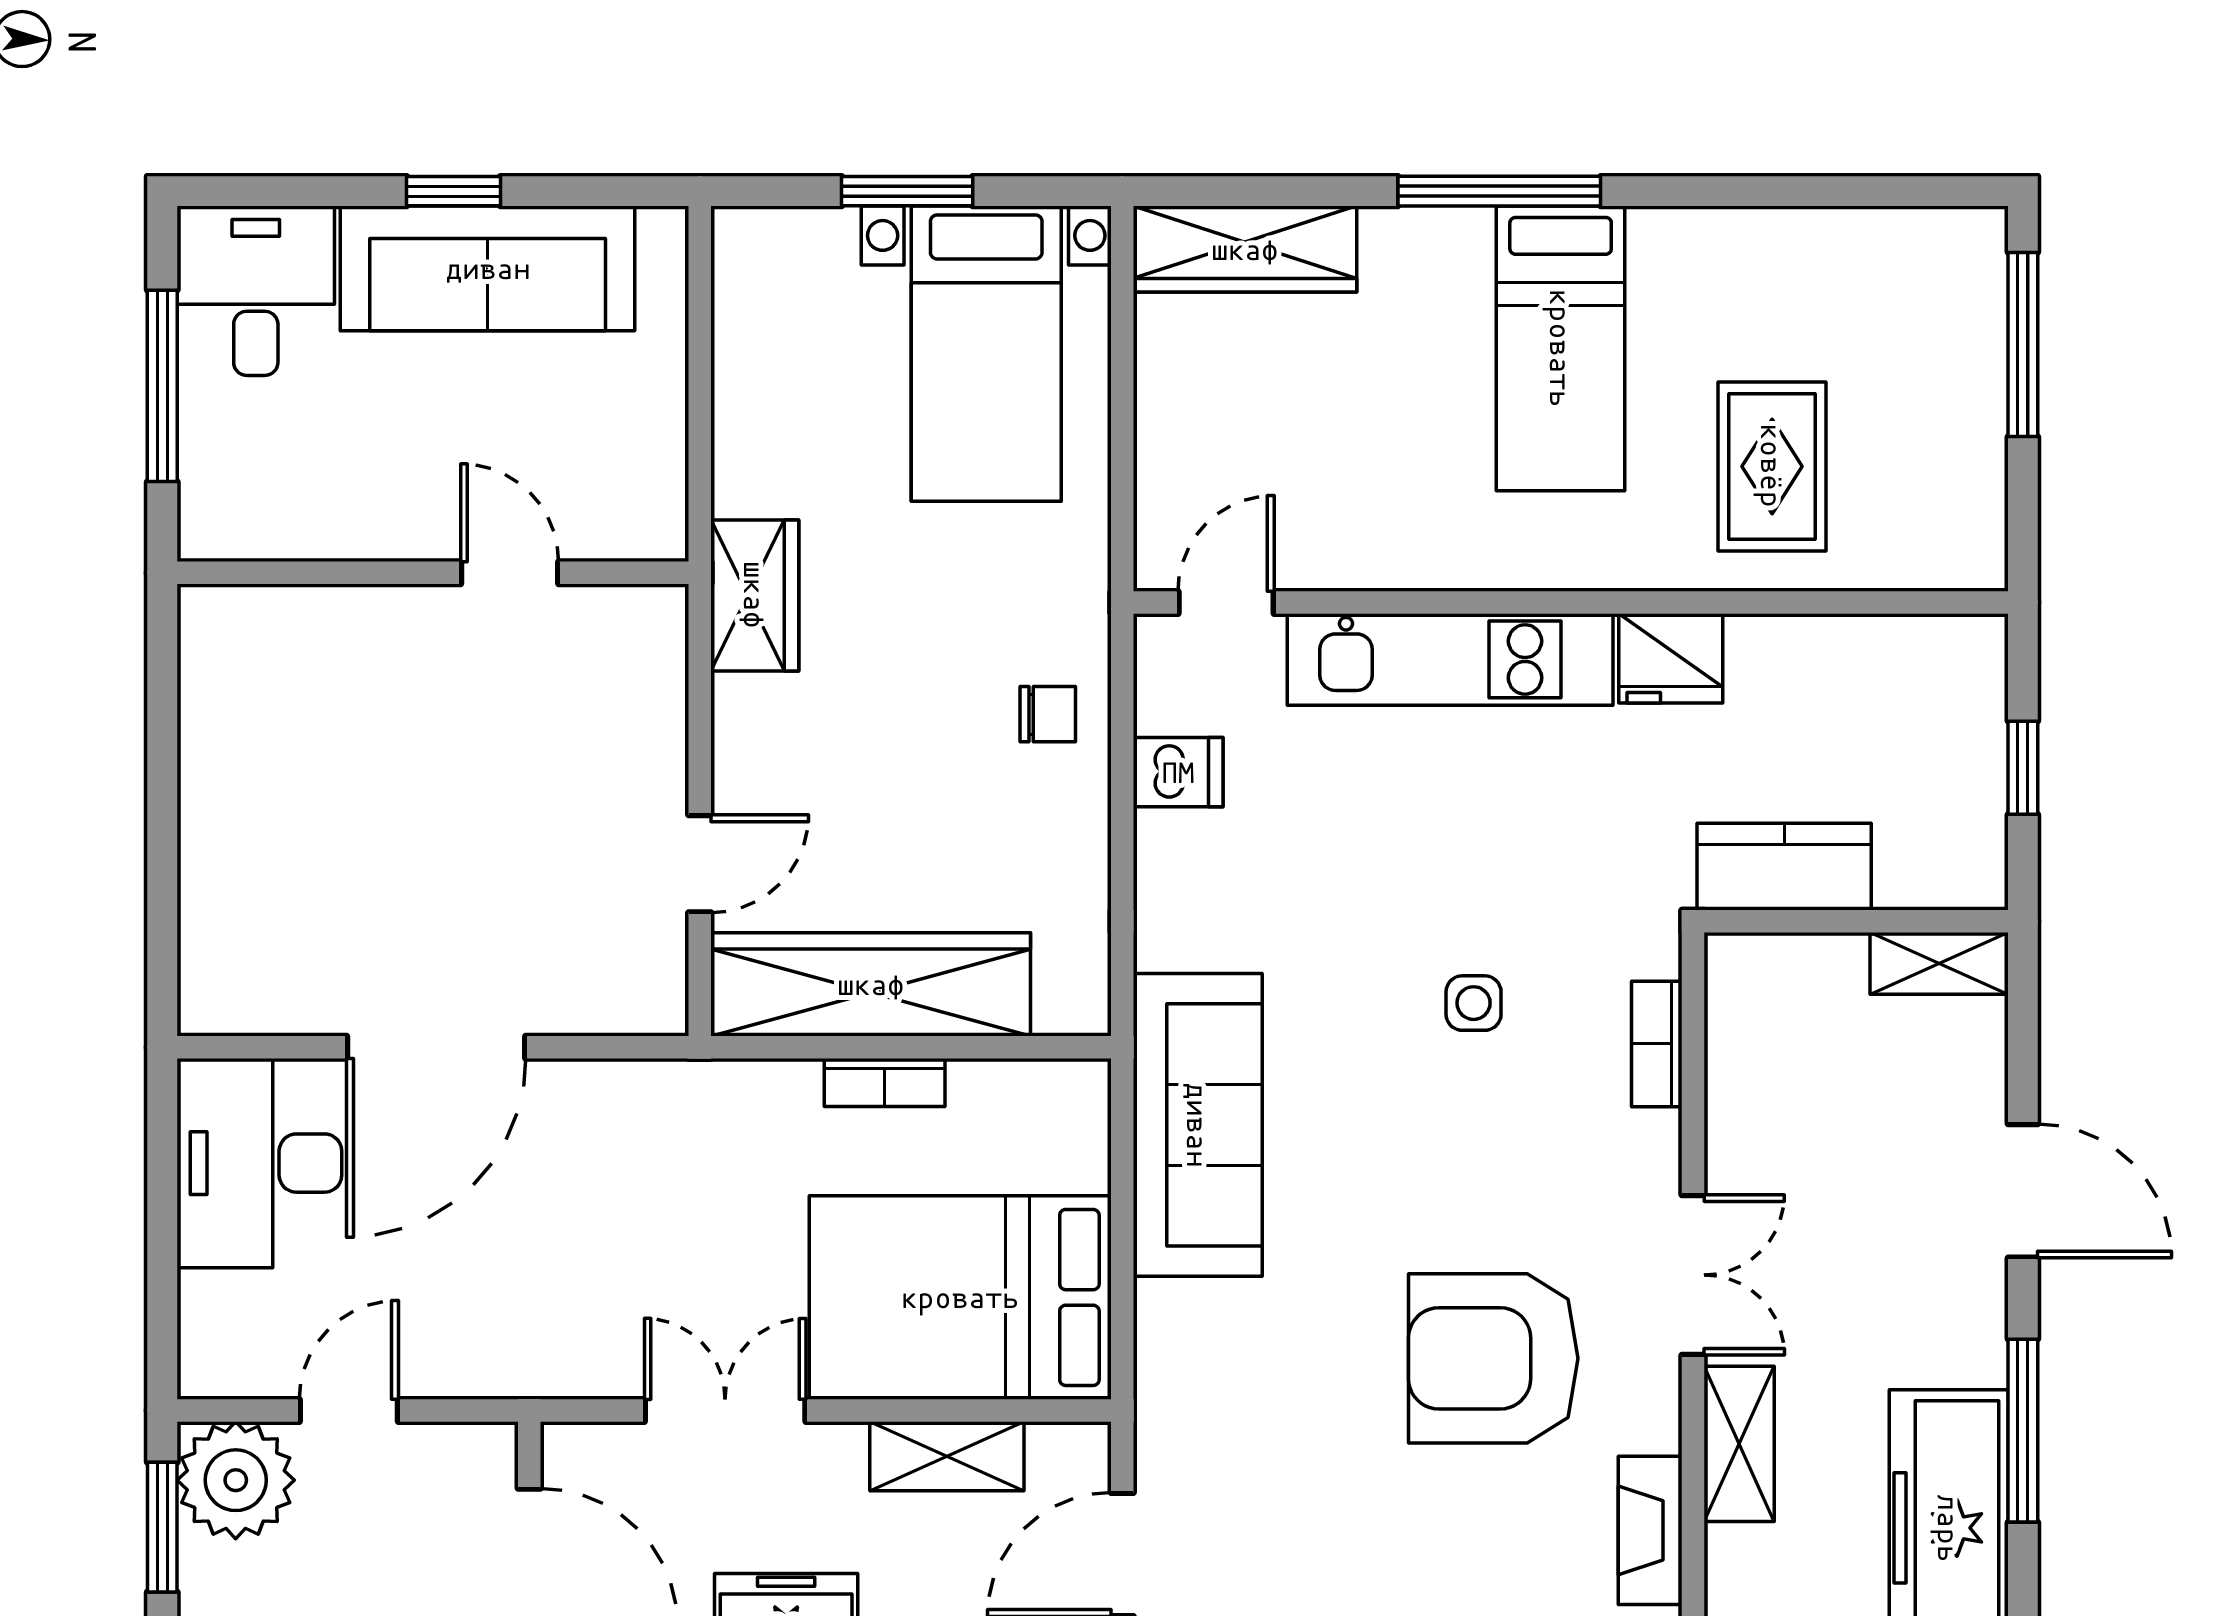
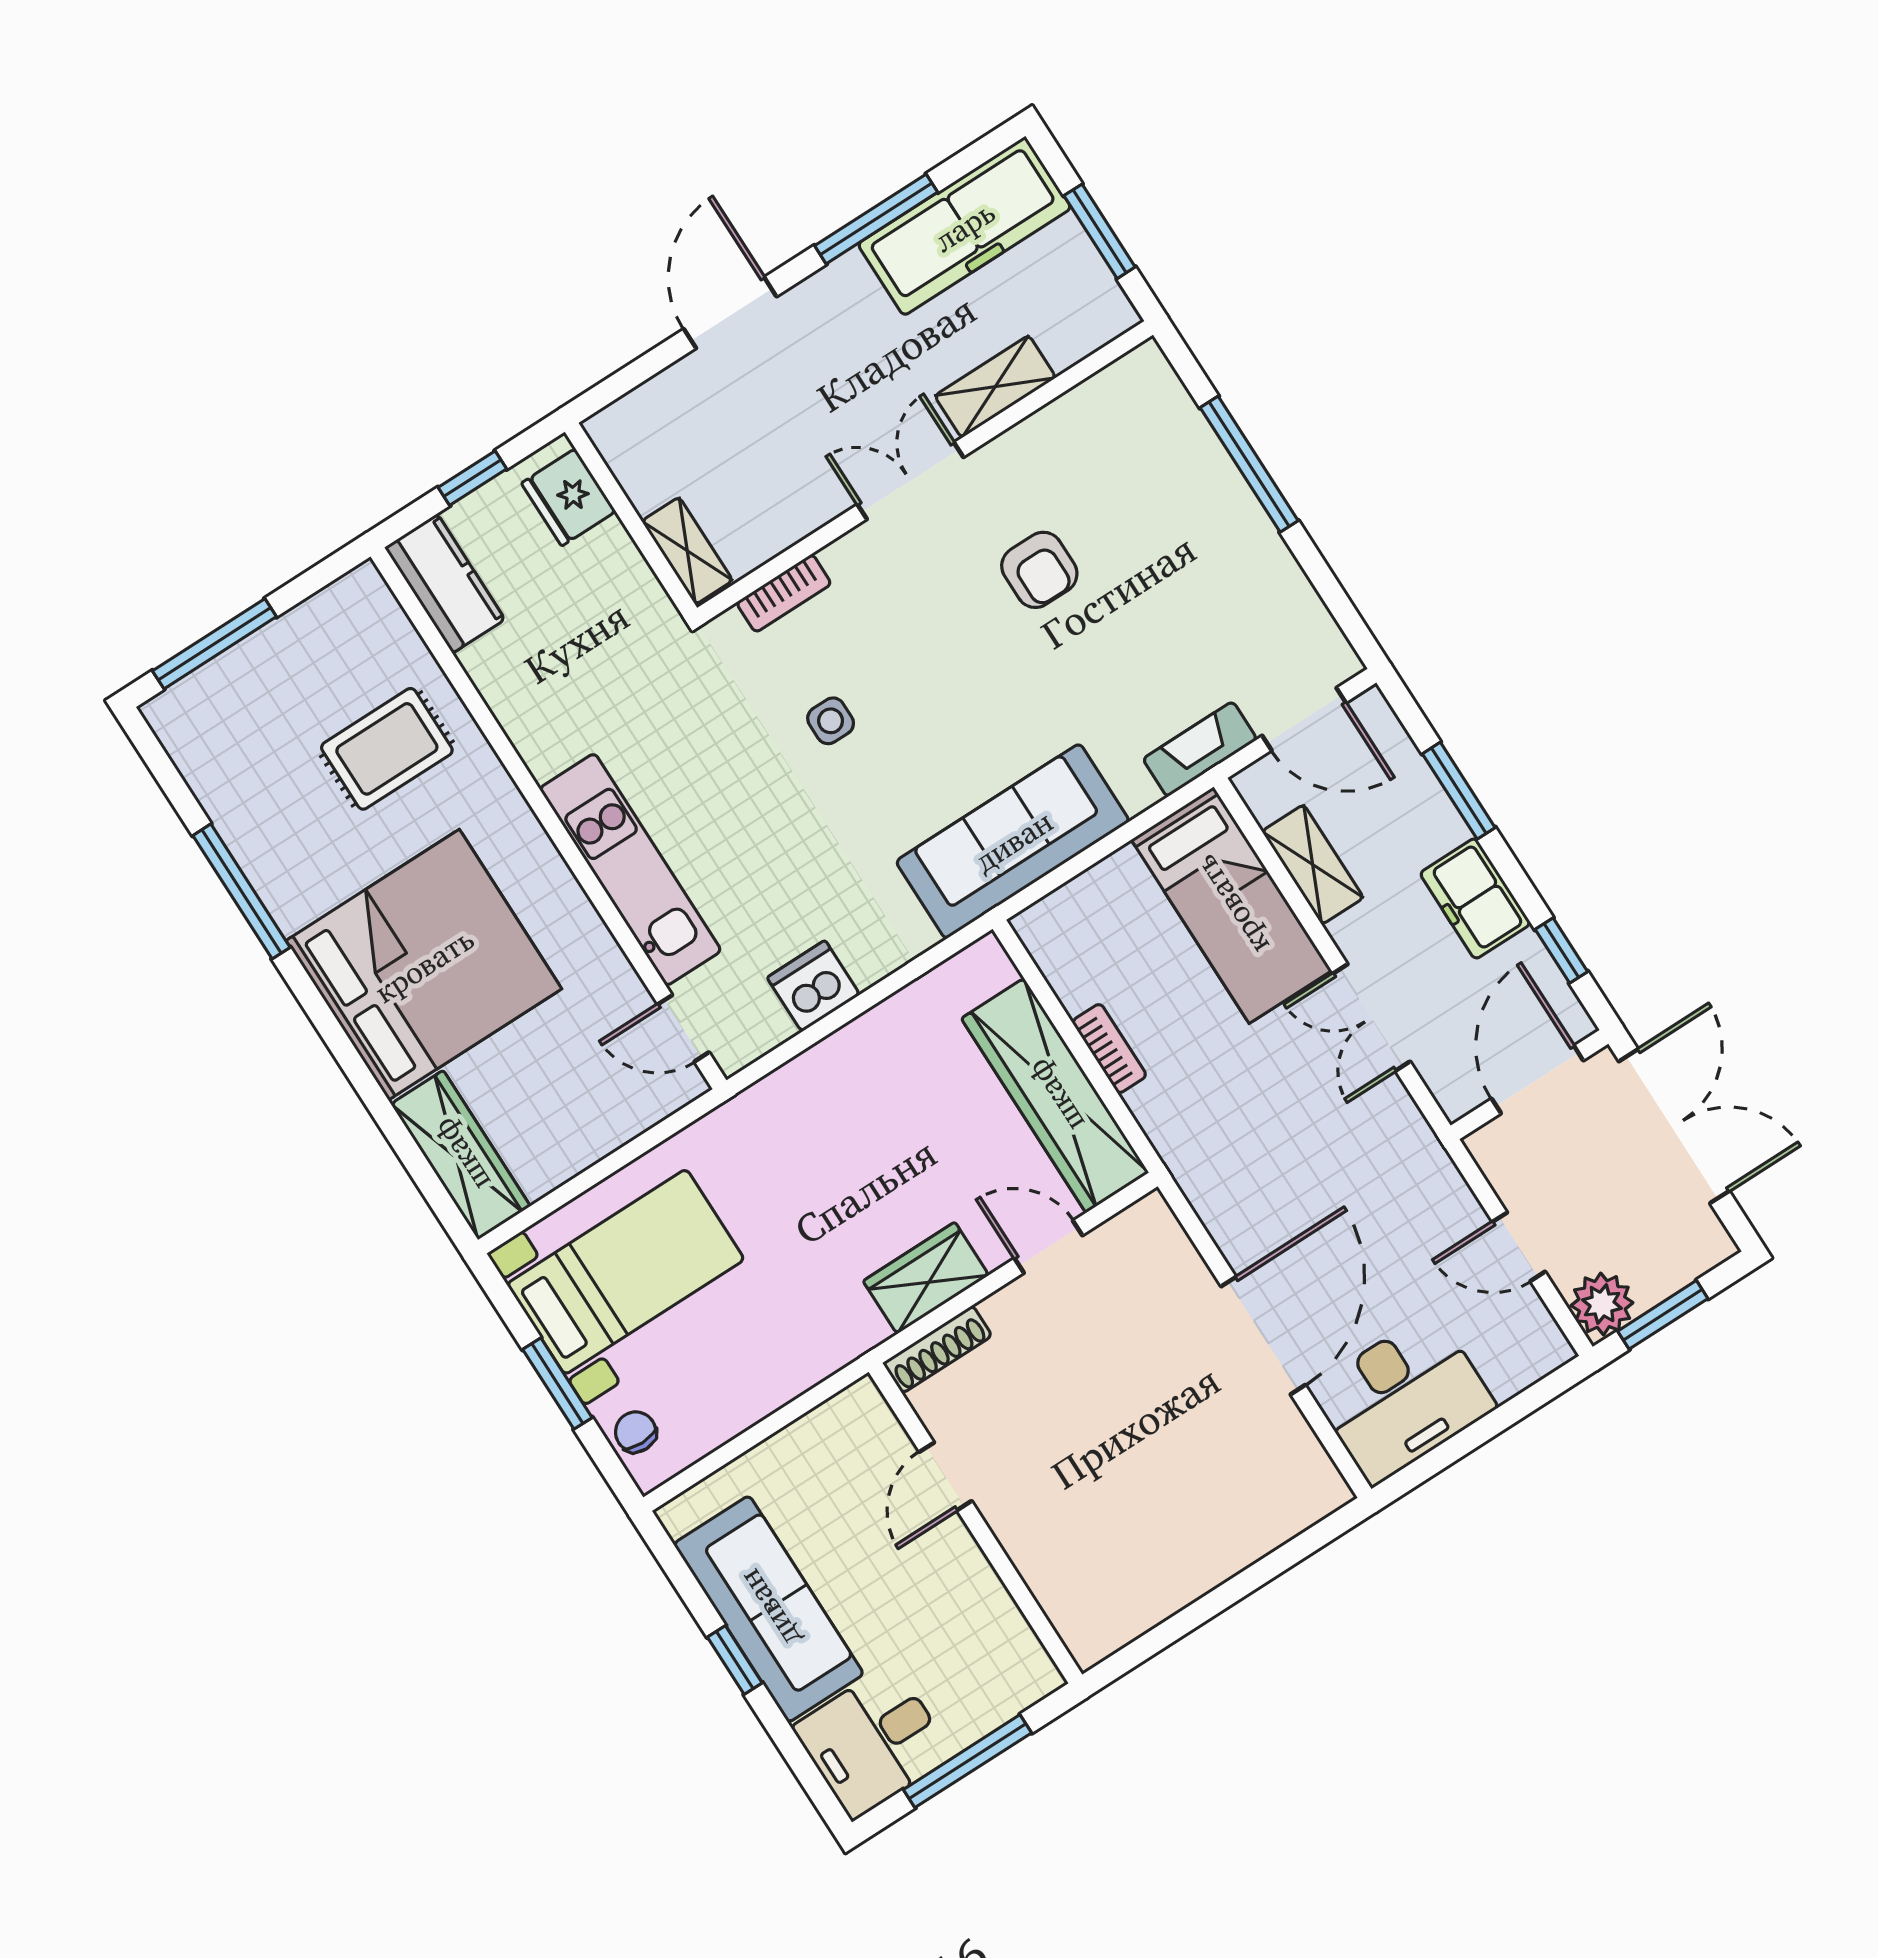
window: (1499, 191) -> (241, 891), moved
bed: (1561, 348) -> (424, 965), width x2.04
wardrobe: (755, 595) -> (926, 1278), moved
shoe rack: (663, 658) -> (937, 1349), added
fridge: (1671, 658) -> (569, 497), moved, turned 180
chair: (1048, 714) -> (636, 1432), moved
dishwasher: (1178, 772) -> (813, 986), width x1.38
kitchen counter: (1784, 867) -> (445, 584), moved, turned 180
shelving: (1939, 963) -> (687, 551), moved
door: (436, 1047) -> (1263, 1336), hinge flipped
bed: (960, 1297) -> (1231, 905), width x0.67
armchair: (1493, 1358) -> (1039, 570), width x0.53, depth x0.53
plant: (236, 1480) -> (1602, 1304), width x0.73, depth x0.73
fireplace: (1650, 1530) -> (1200, 749), moved, turned 180

